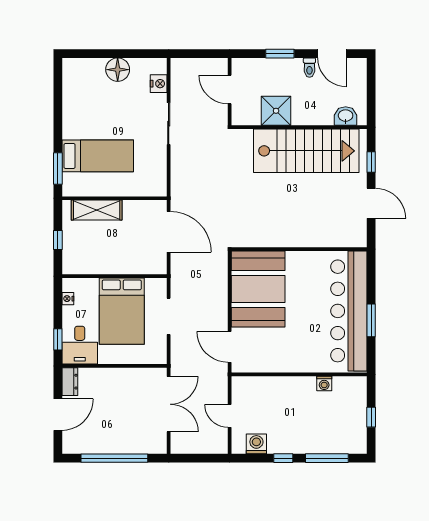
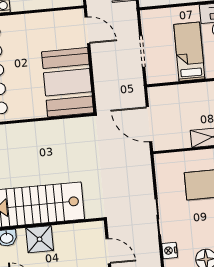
shower: (276, 111) -> (40, 239), moved
bed: (122, 311) -> (189, 52), width x0.67

